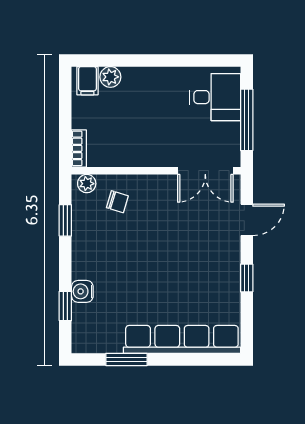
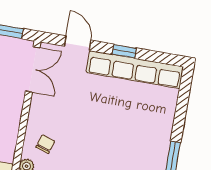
row of seats: (182, 339) -> (135, 70), moved, turned -90

